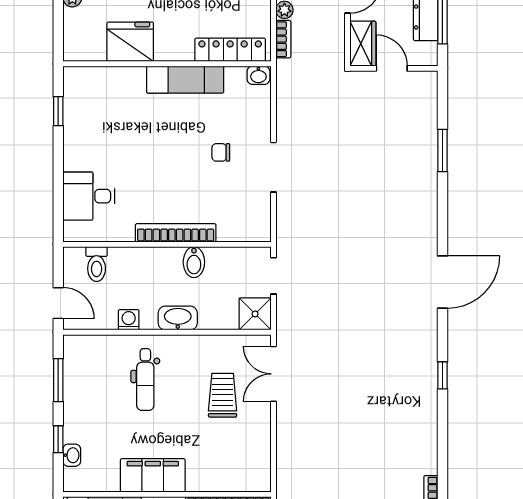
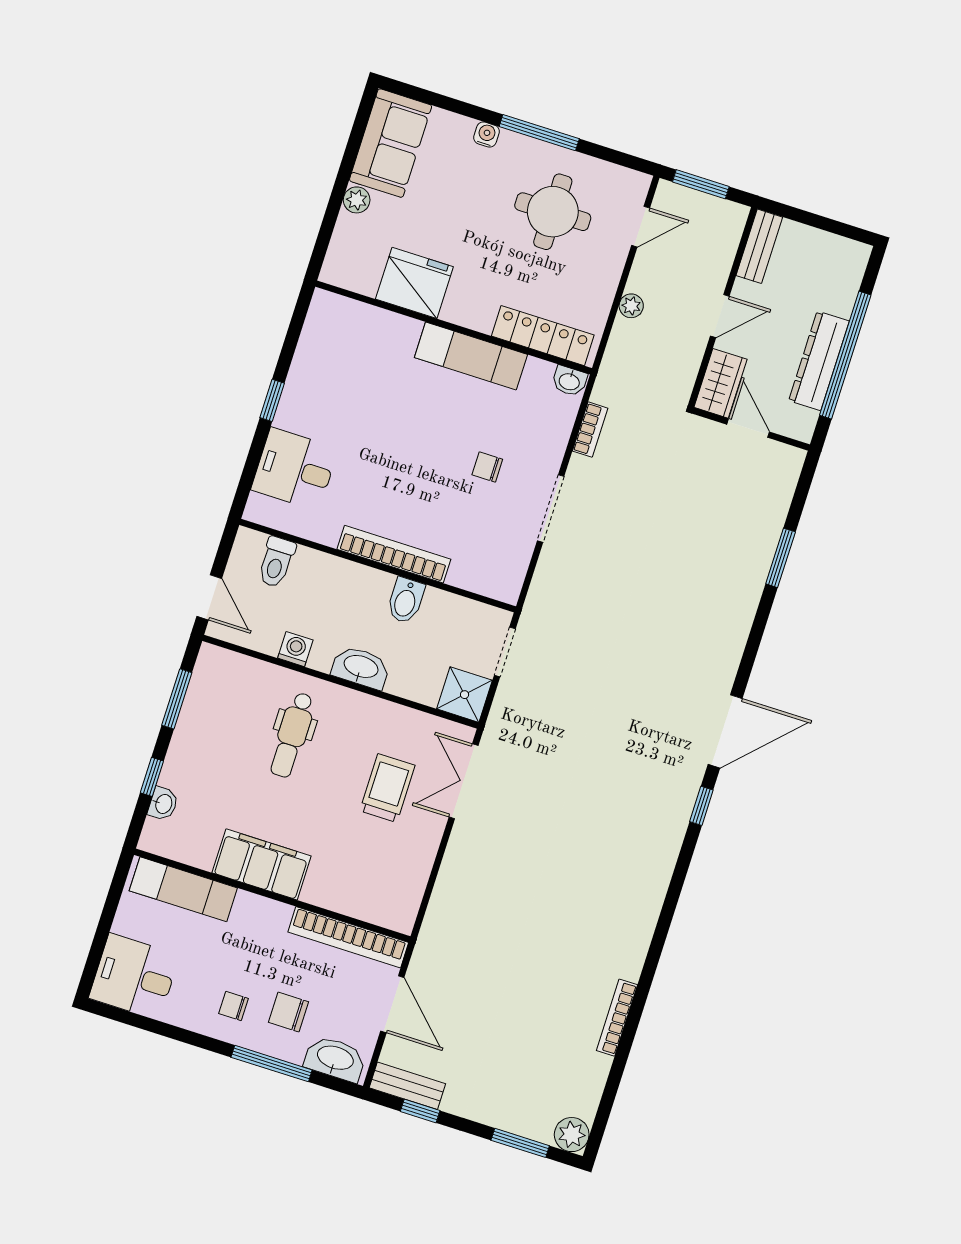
bookcase: (283, 39) -> (590, 430), moved
window: (58, 111) -> (272, 400), moved
window: (442, 375) -> (701, 806), moved

